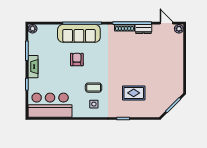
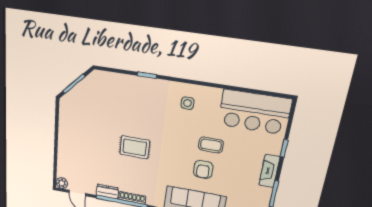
coffee table: (94, 88) -> (211, 145), moved
rug: (134, 93) -> (135, 147), moved

